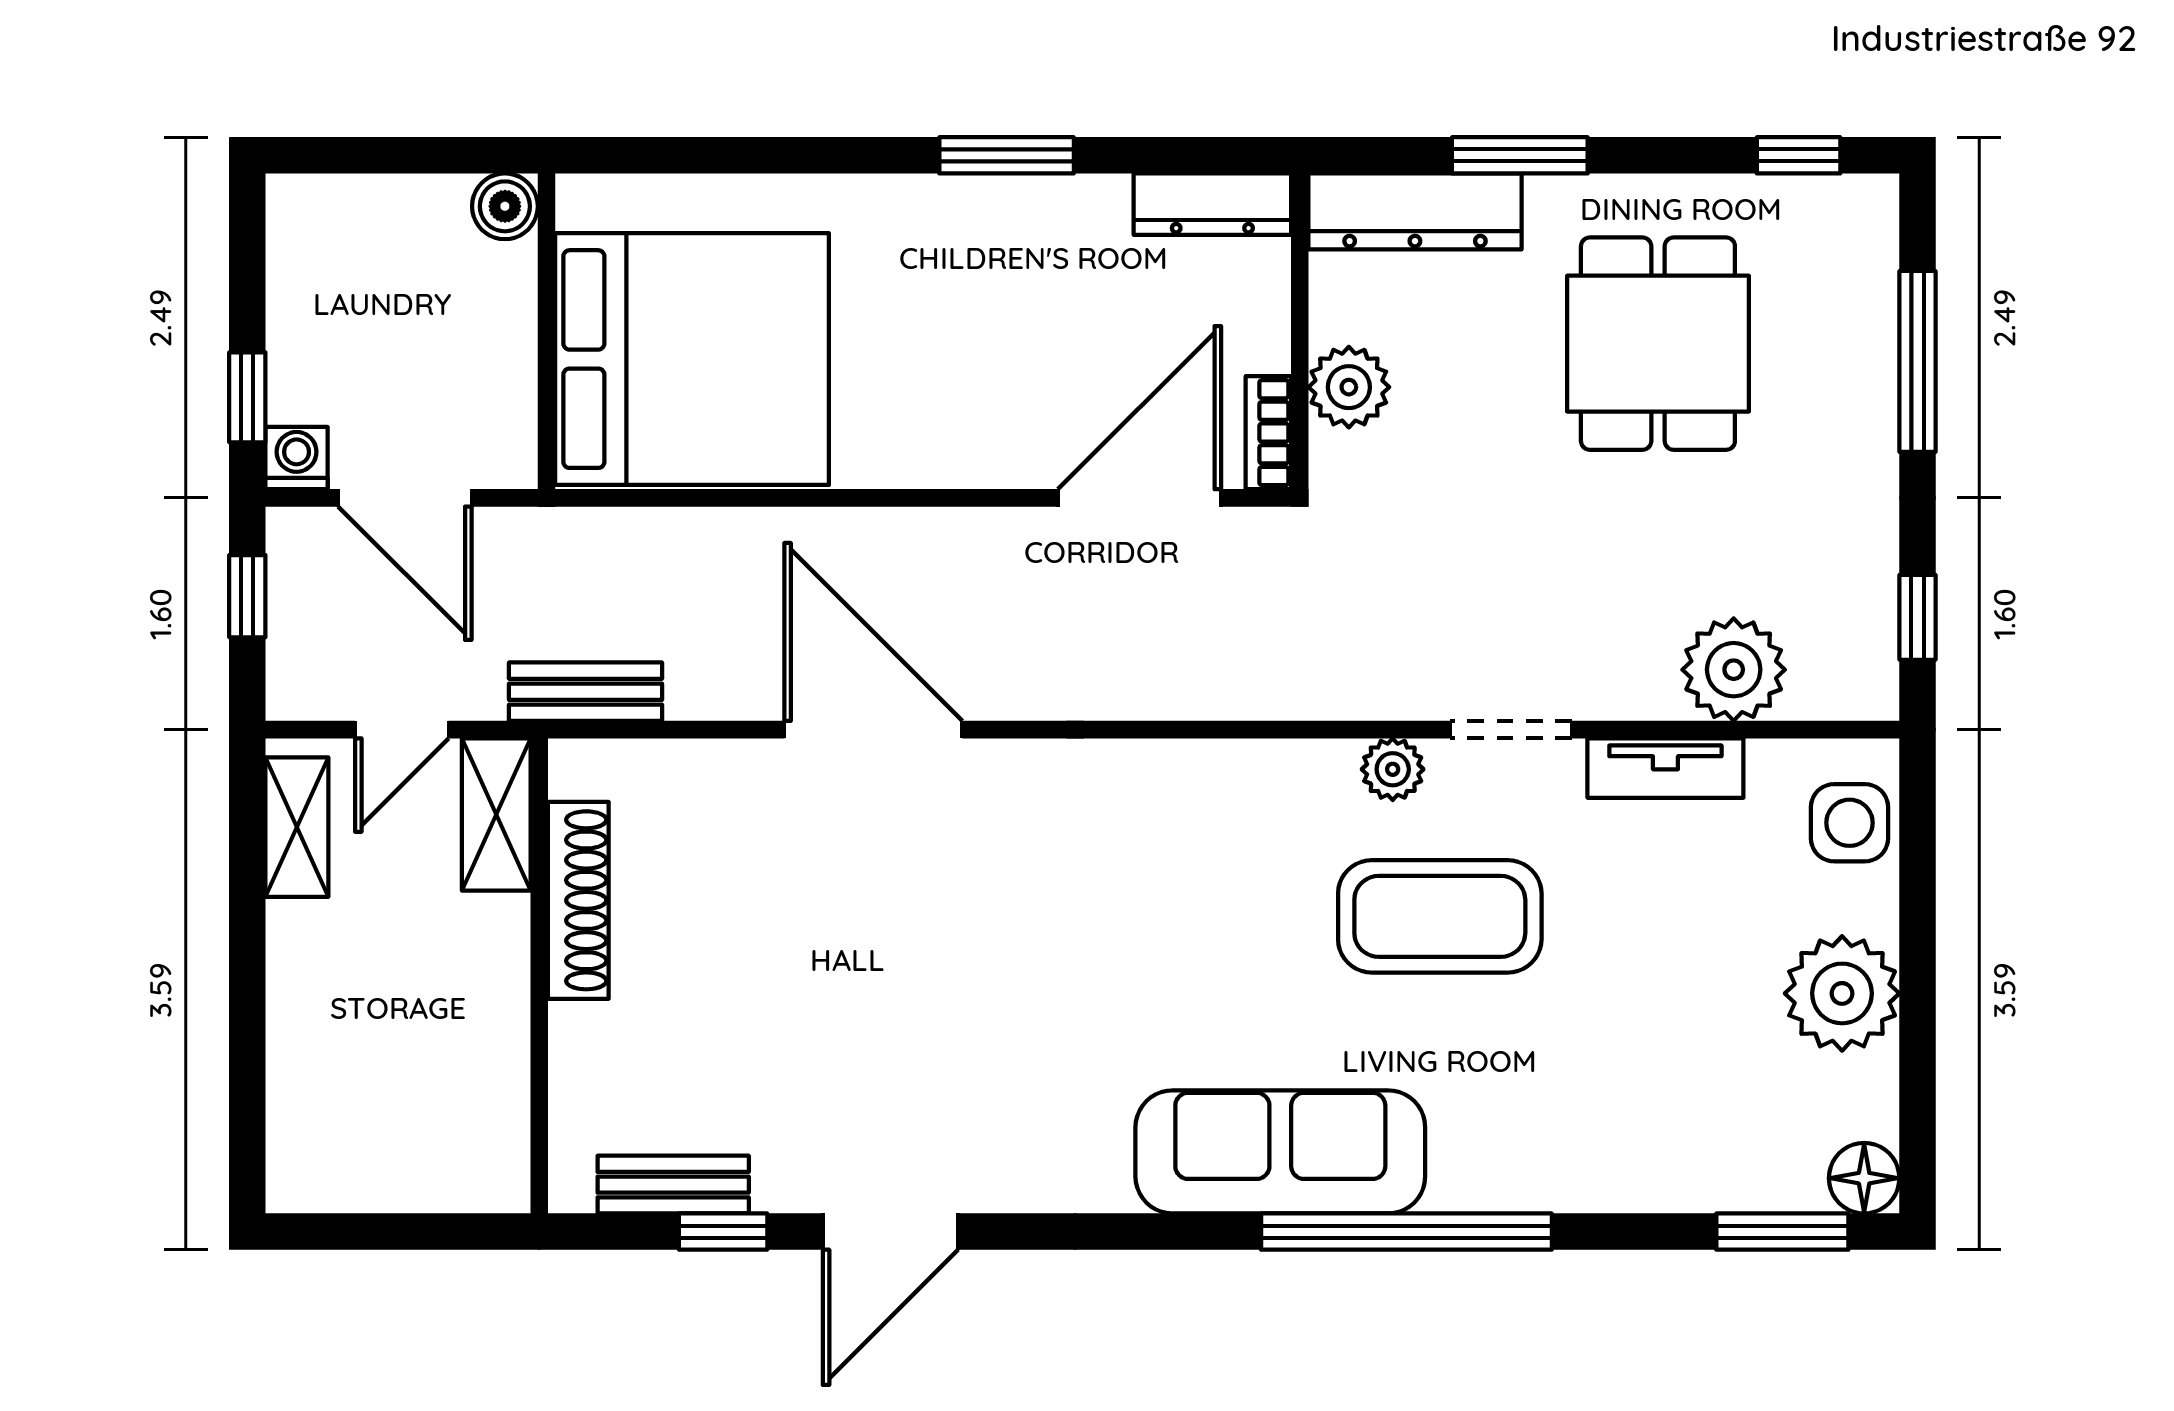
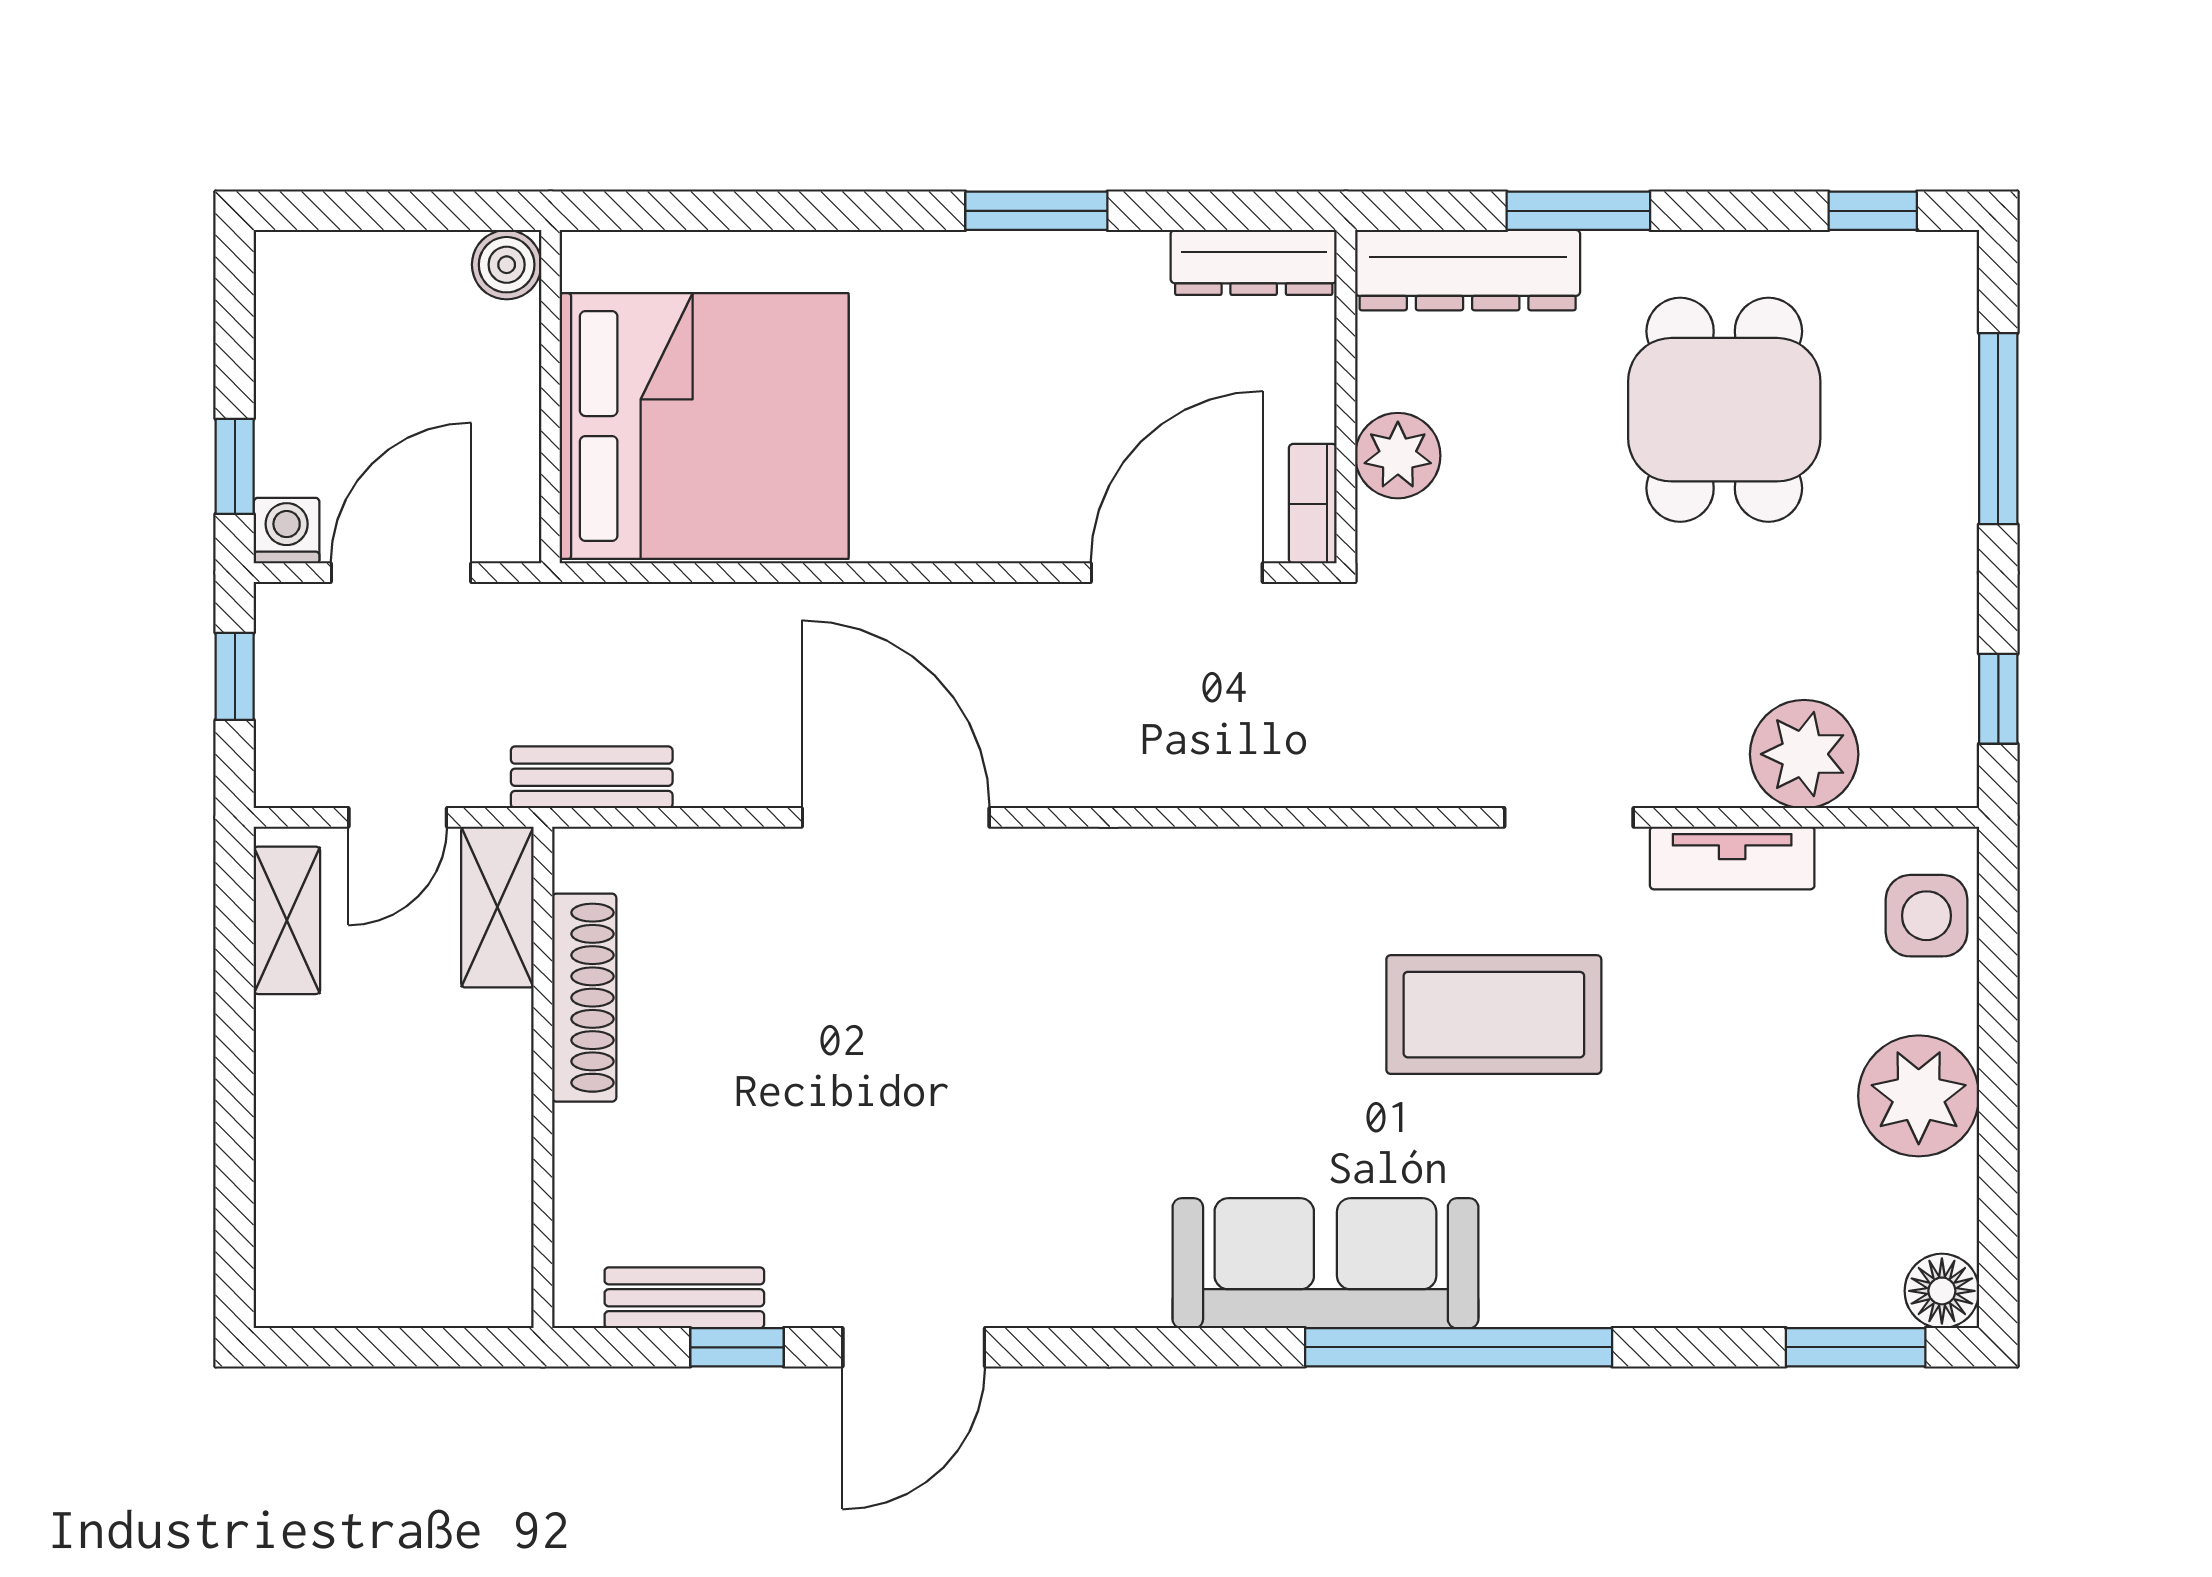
door: (405, 498) -> (401, 573), swing flipped
plant: (1393, 769) -> (1444, 859), removed

